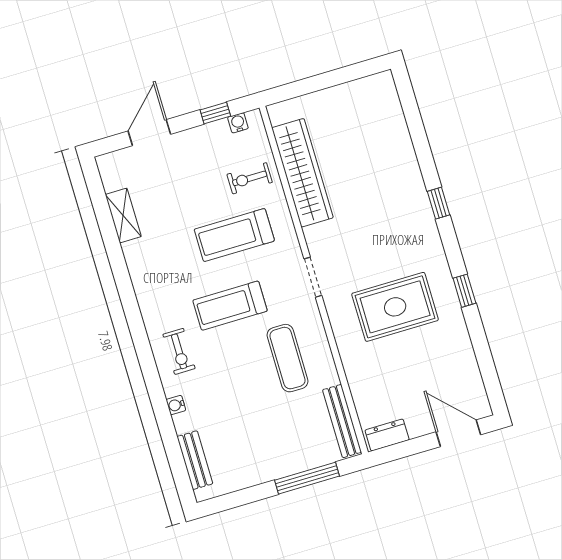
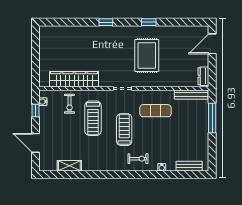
treadmill: (230, 306) -> (124, 130), turned 180

